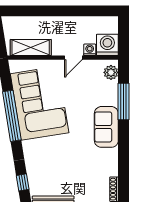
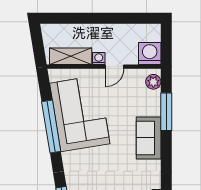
washing machine: (90, 50) -> (99, 59), moved

